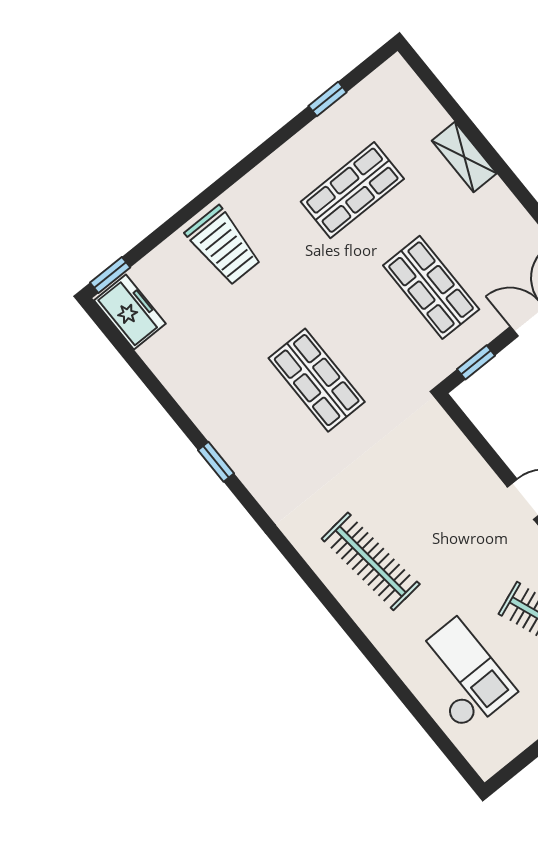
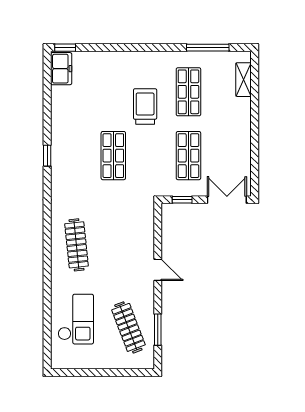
window: (327, 99) -> (208, 48), width x2.17
shelving: (464, 157) -> (243, 80), moved
shop shelf: (352, 190) -> (188, 92), turned 90
trolley: (223, 246) -> (145, 106), moved, turned 180

